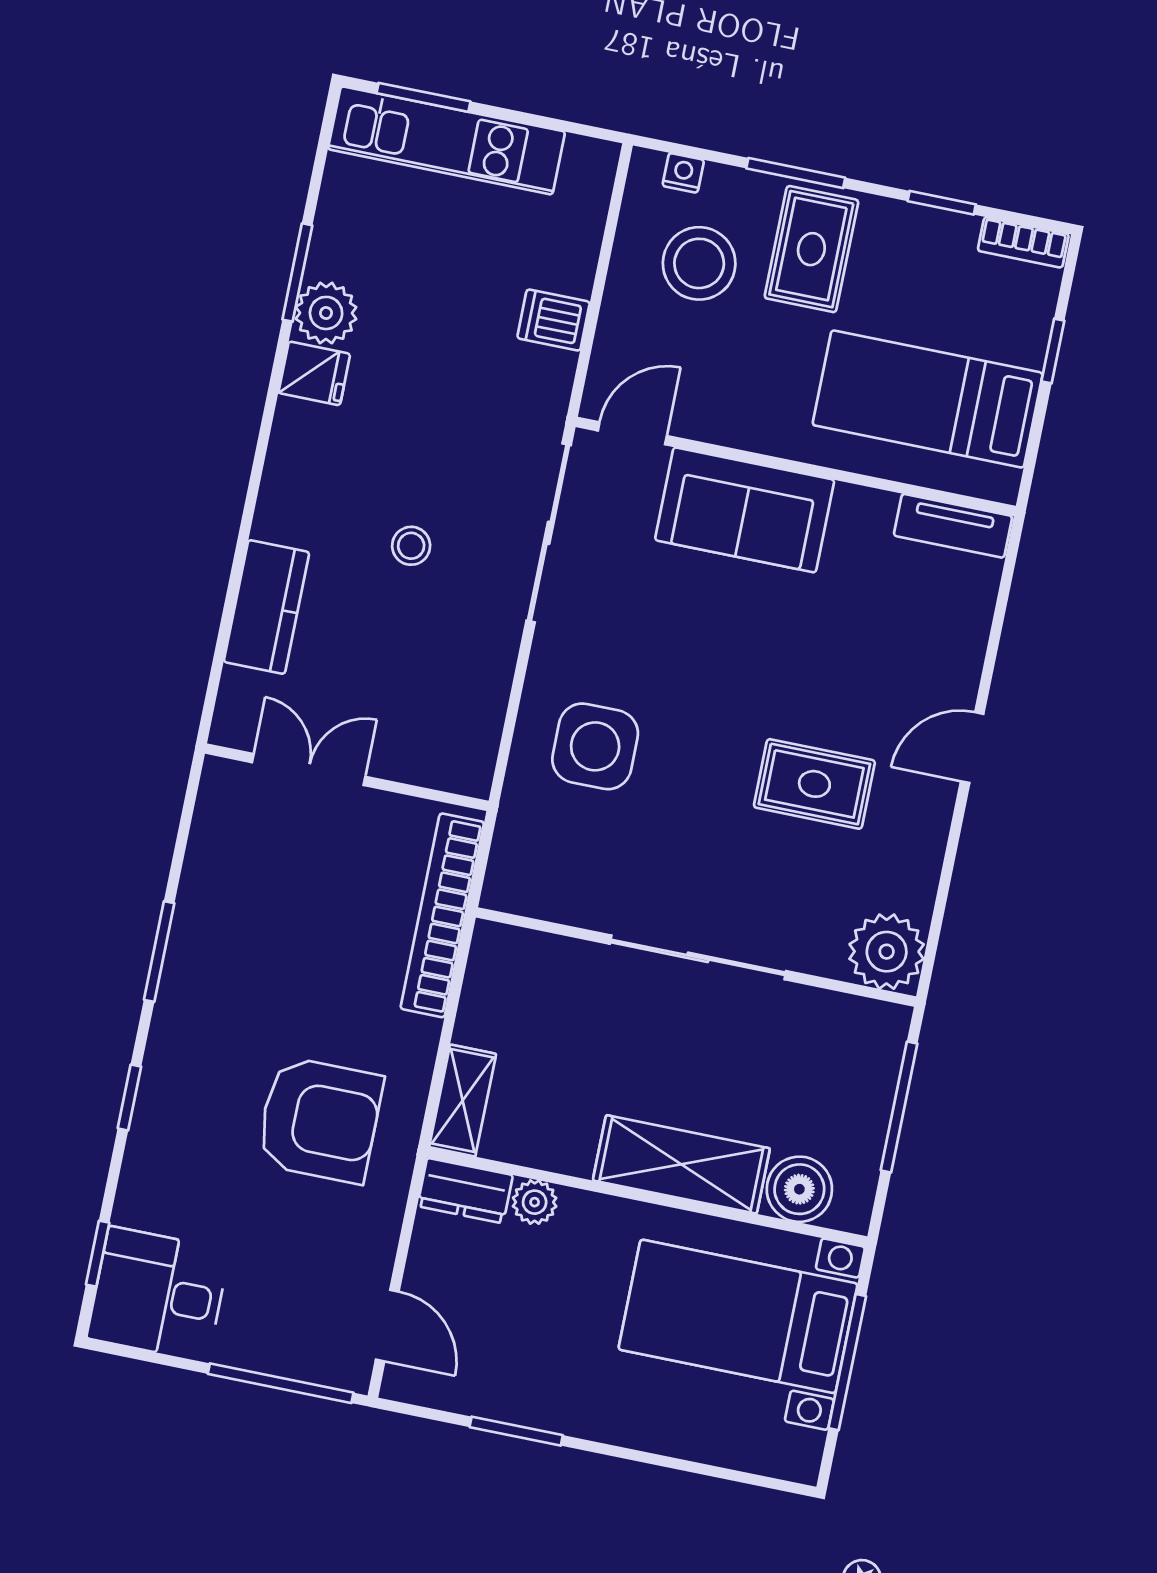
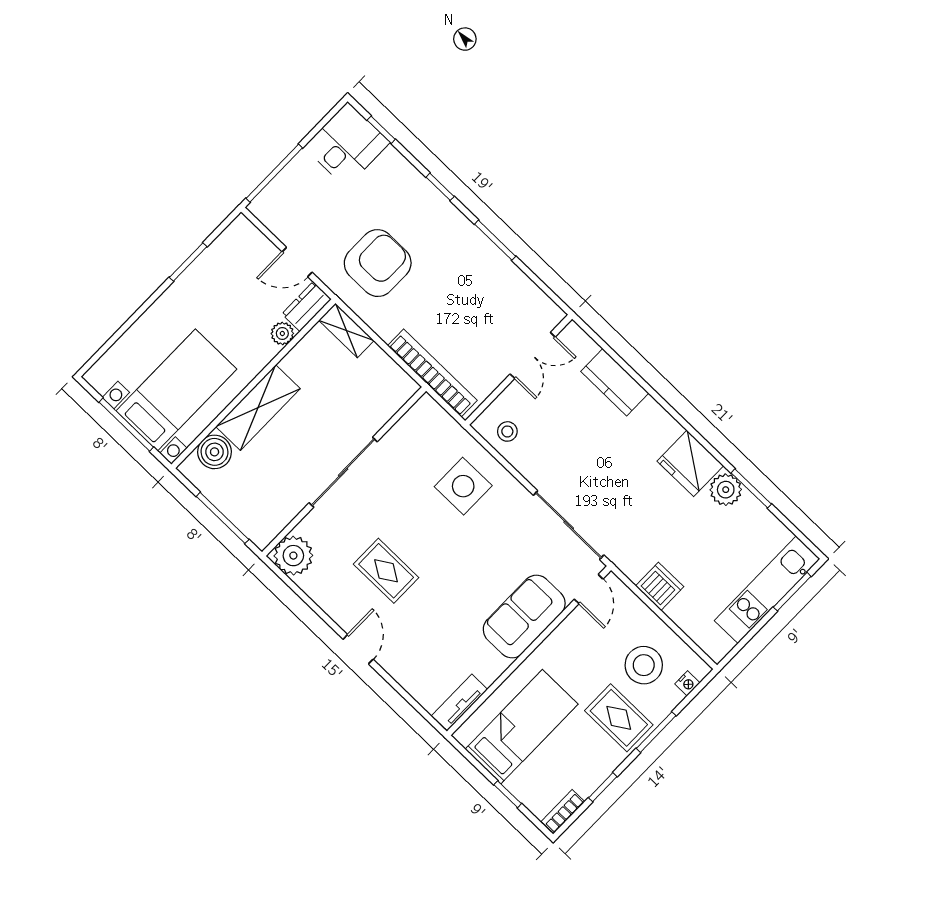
dishwasher: (554, 320) -> (660, 586), width x1.38
fridge: (314, 373) -> (690, 463), width x1.88, depth x1.34
stool: (411, 546) -> (507, 431), moved
rug: (814, 784) -> (386, 571), turned 90
armchair: (320, 1120) -> (378, 263), turned 180
door: (387, 1326) -> (297, 262), moved

